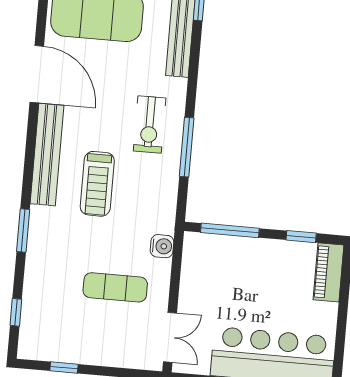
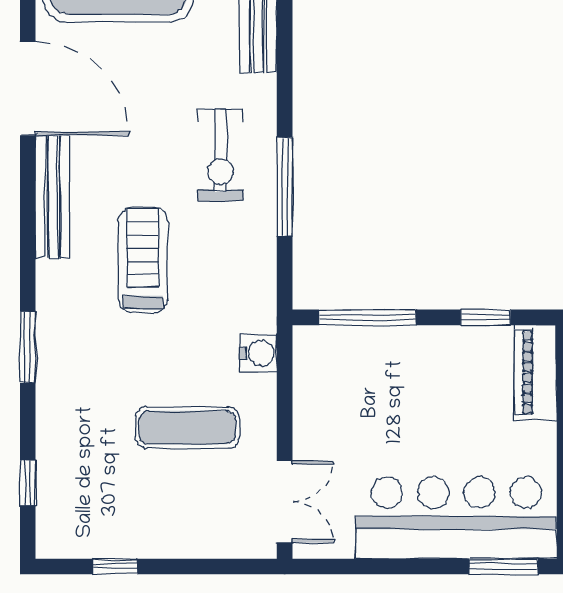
bench: (47, 155) -> (53, 197), width x0.73, depth x0.82
treadmill: (97, 184) -> (143, 260), turned 180

